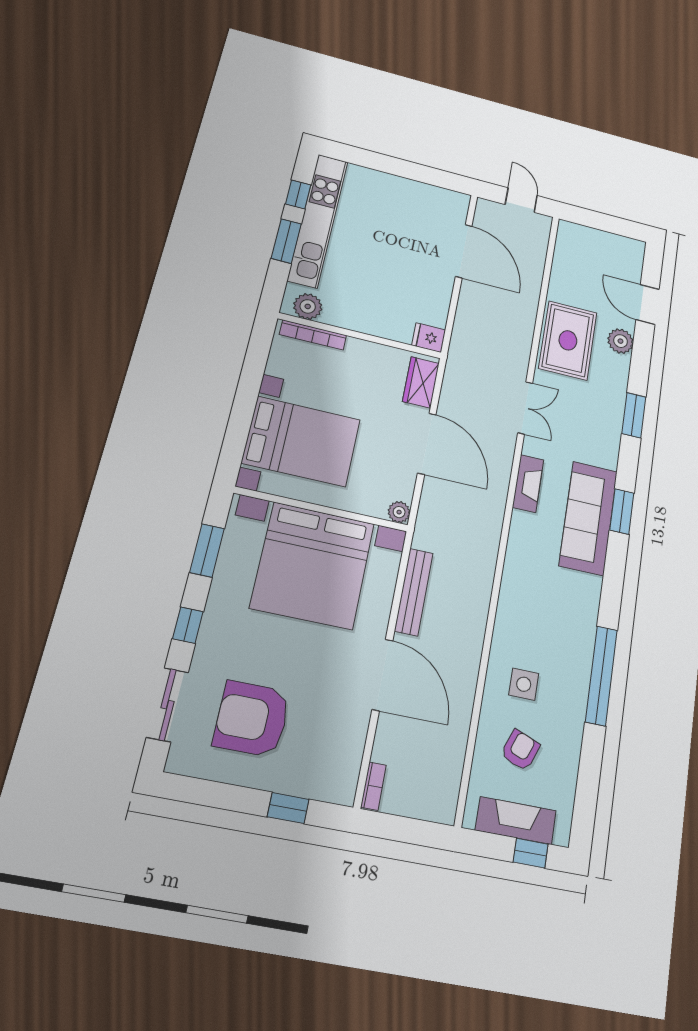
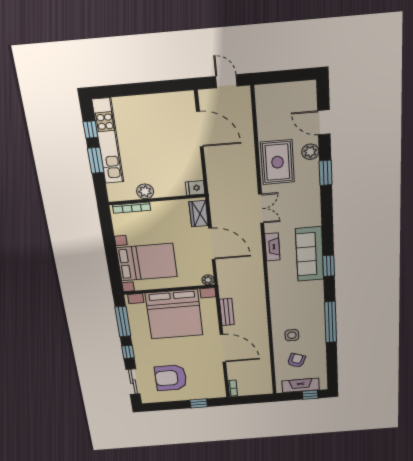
plant: (308, 306) -> (145, 191), moved
window: (634, 415) -> (326, 173), moved
window: (622, 511) -> (329, 266), moved
window: (207, 550) -> (123, 322), width x1.44
bench: (414, 592) -> (227, 312), width x0.73

